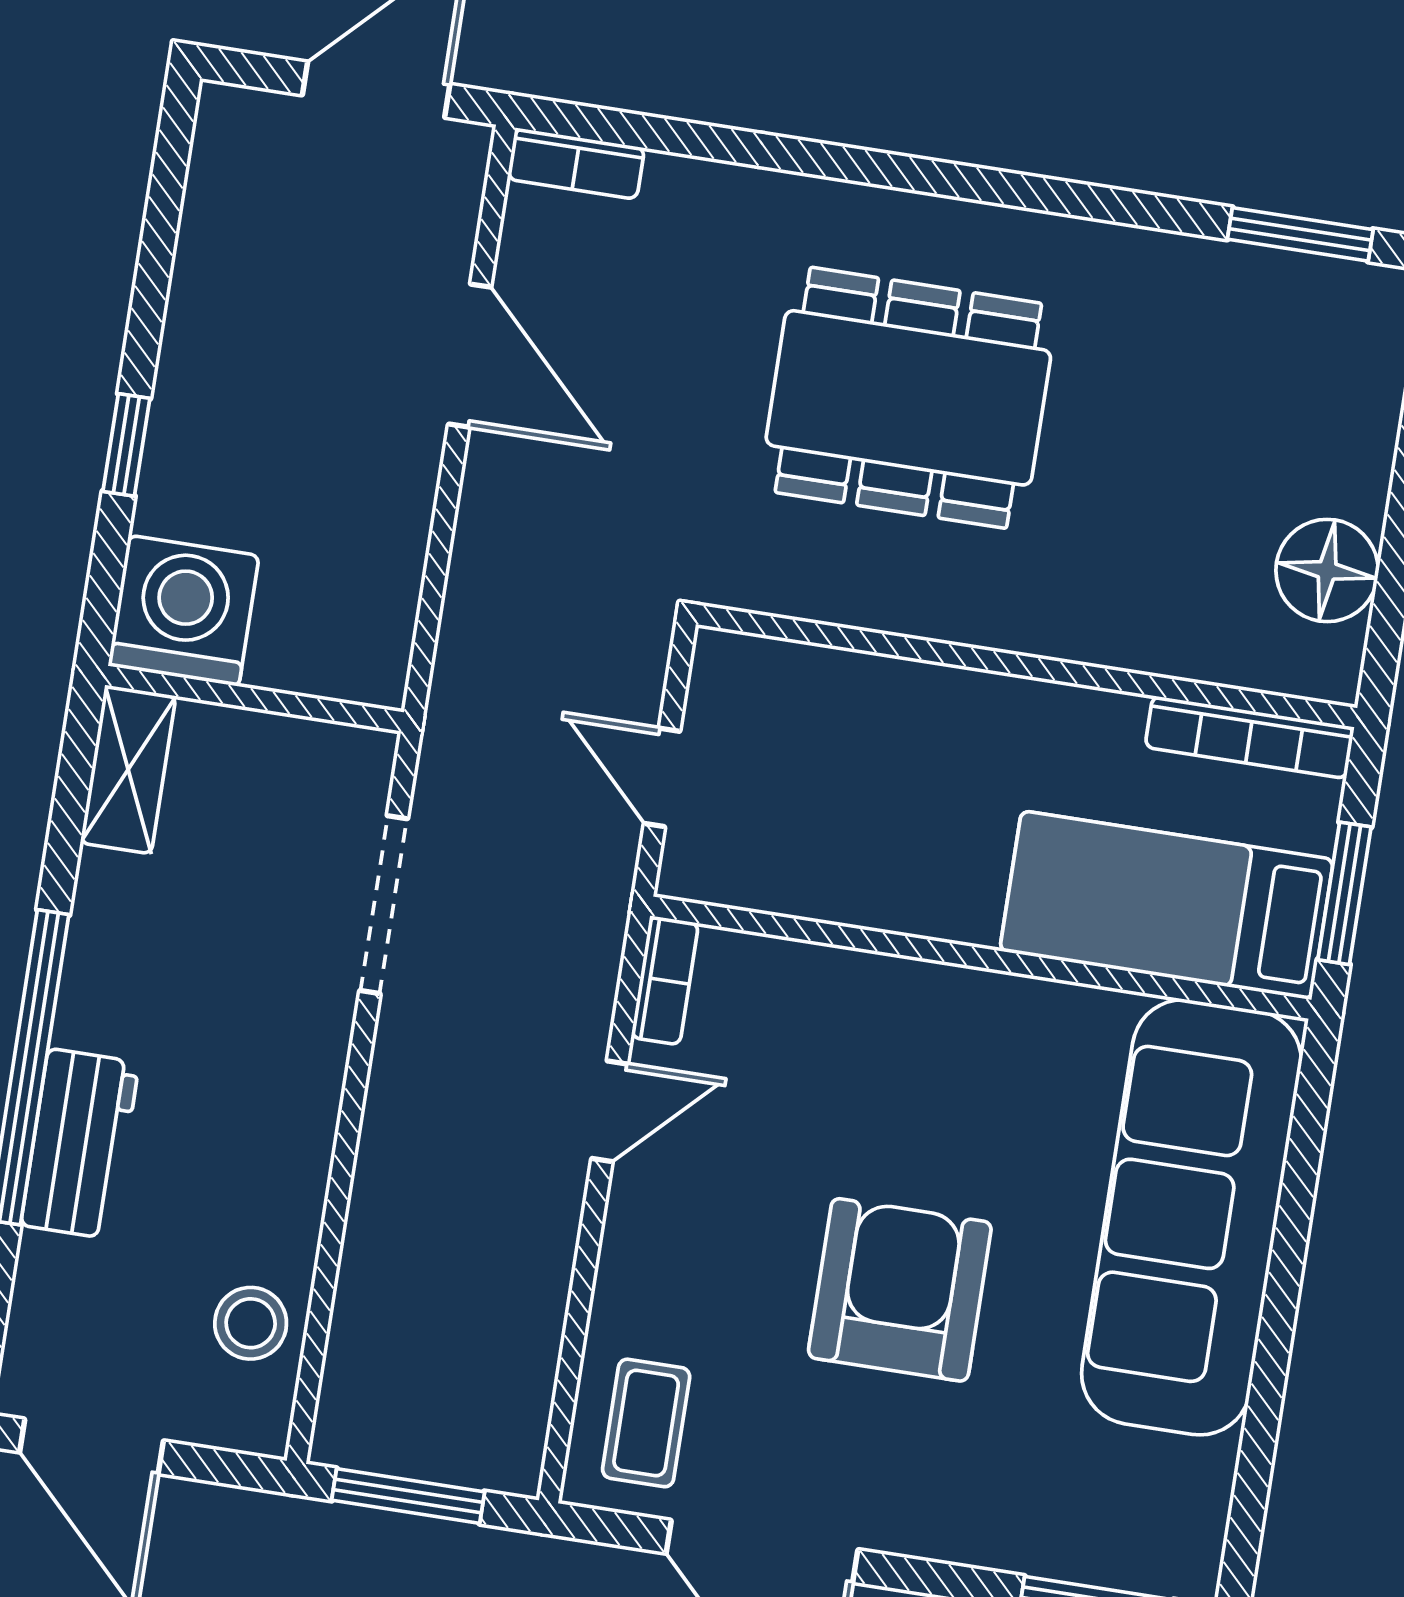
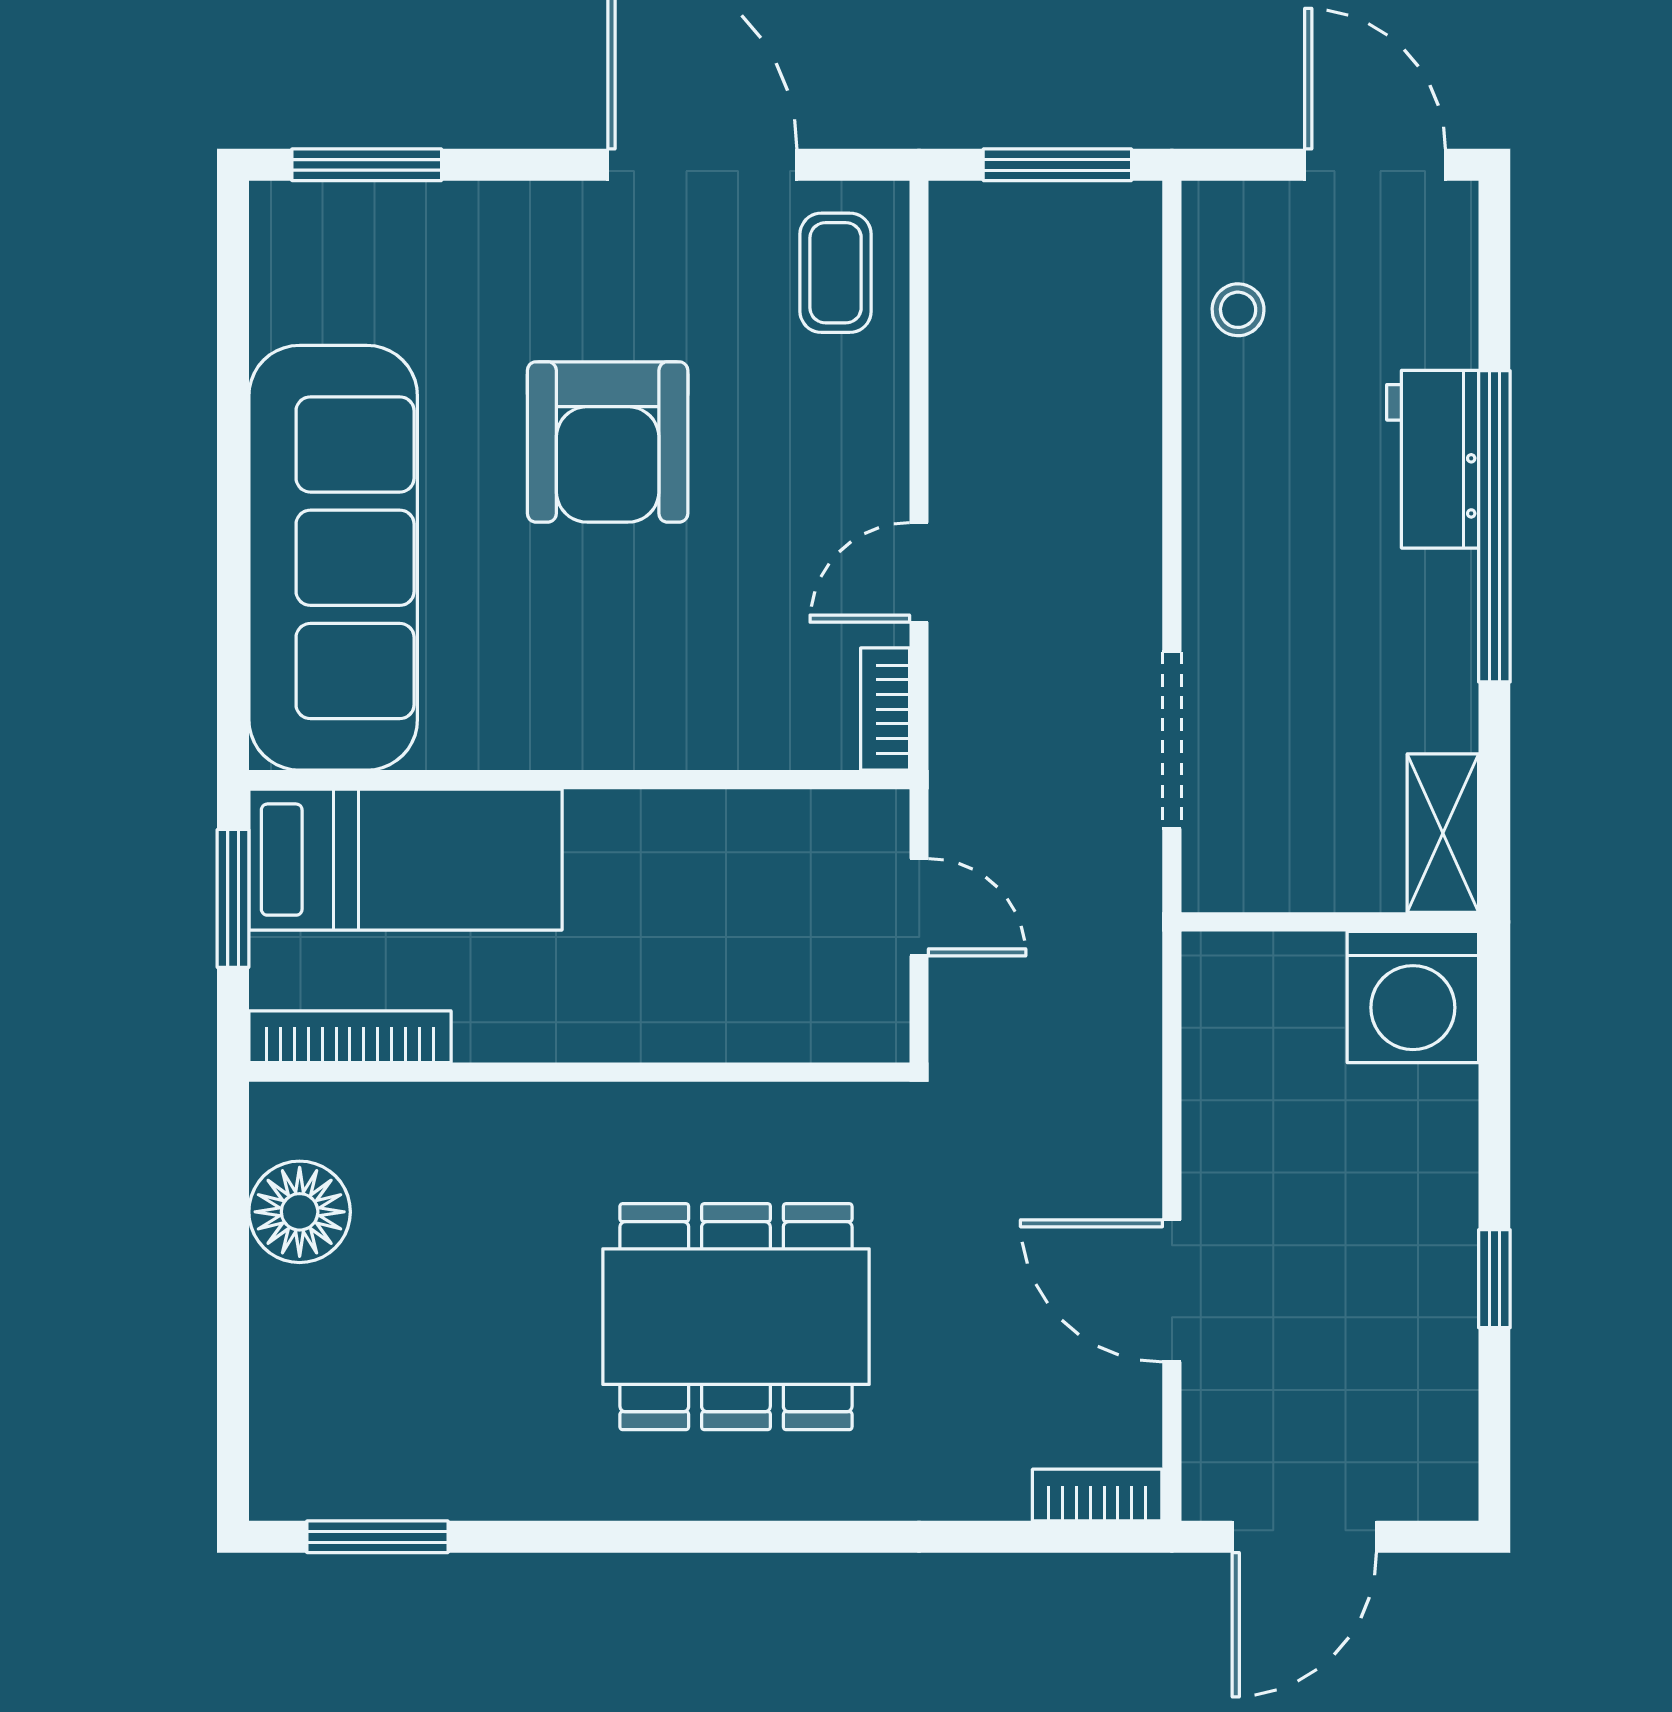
window: (126, 445) -> (1494, 1279), moved
stool: (251, 1323) -> (1238, 310), width x0.73, depth x0.73

